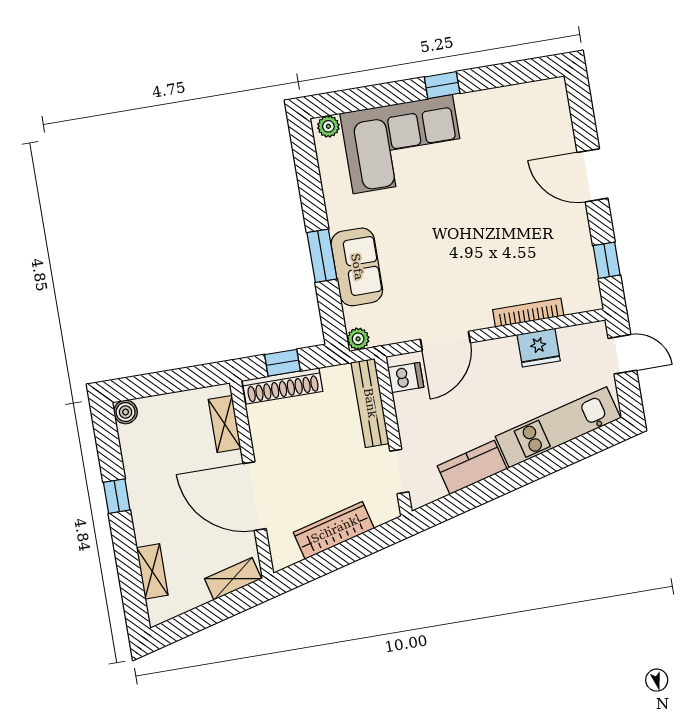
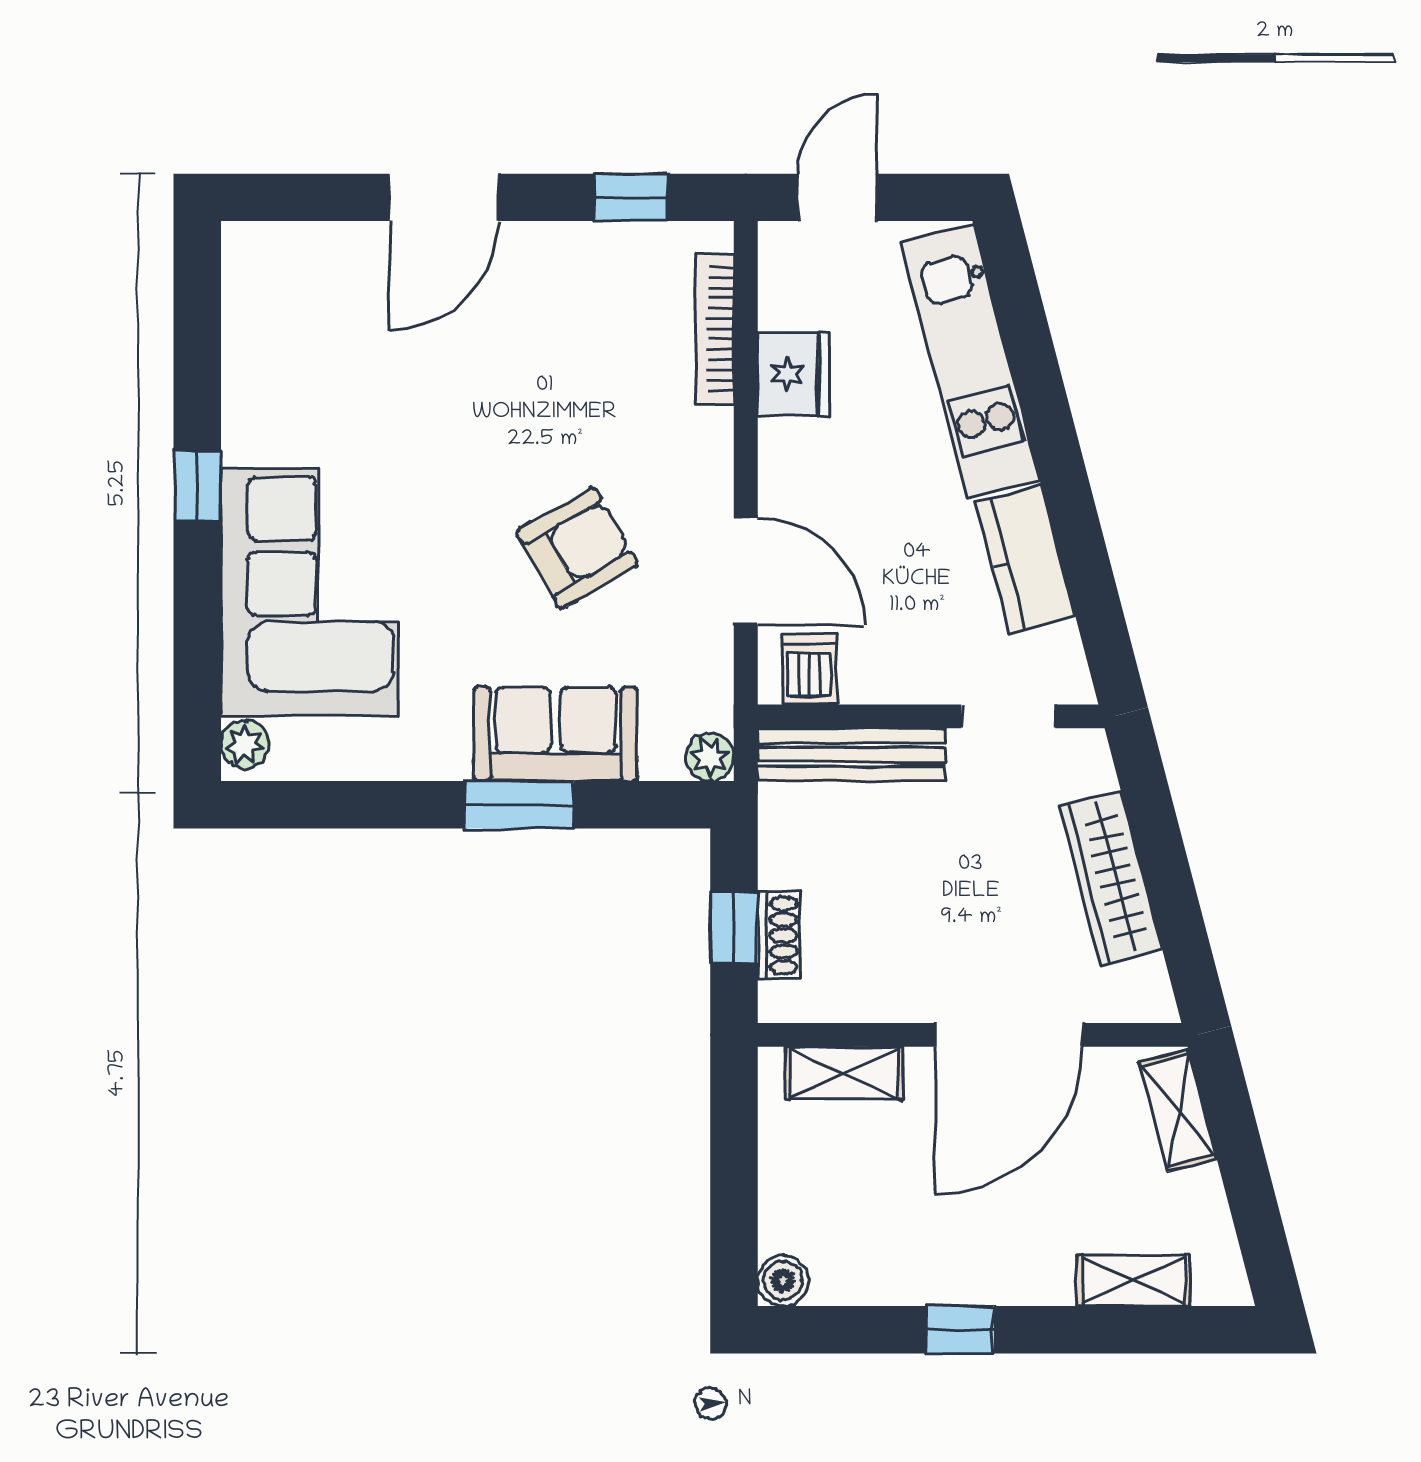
armchair: (443, 263) -> (577, 548), added
bookcase: (528, 313) -> (715, 329), moved
shoe rack: (283, 386) -> (779, 936), width x0.51, depth x0.81

